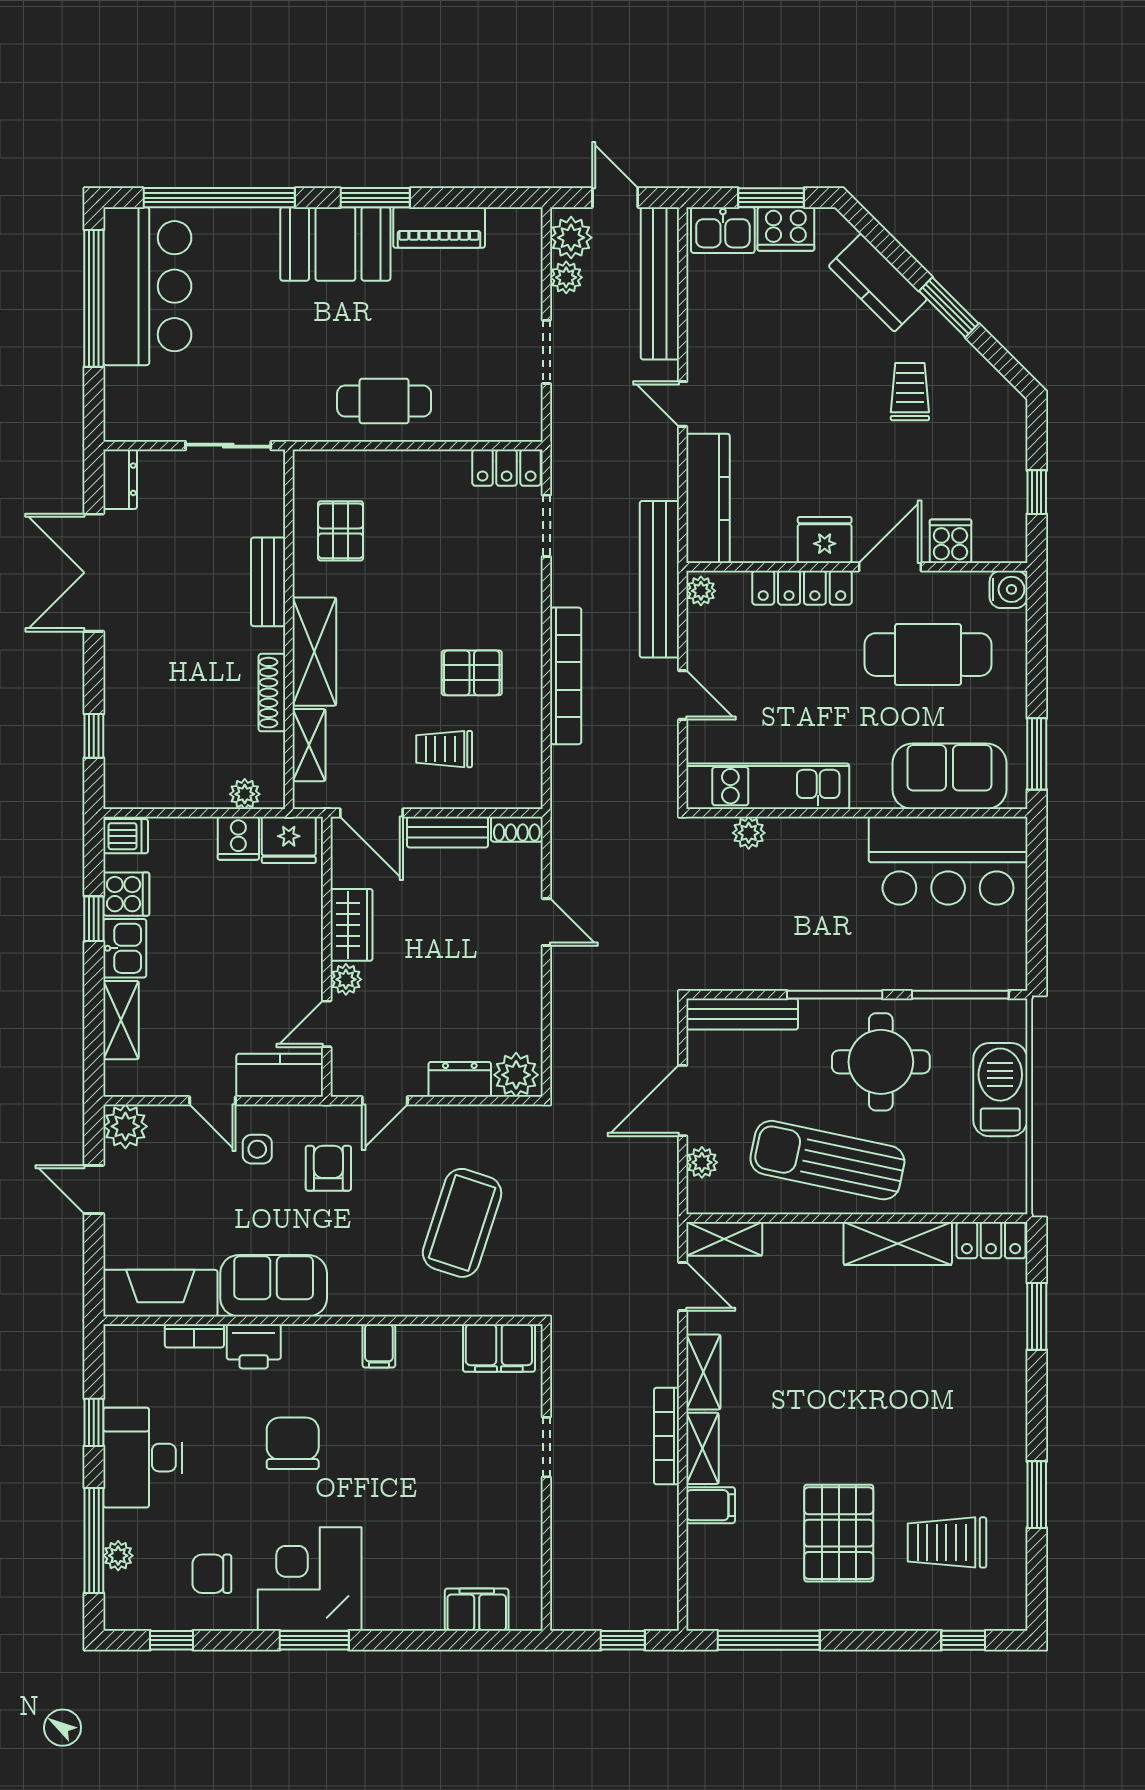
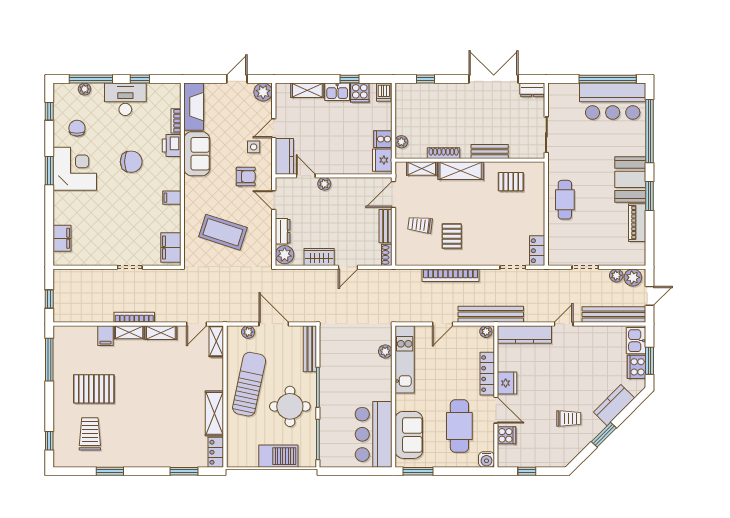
trolley: (444, 749) -> (420, 225), turned -83
wardrobe: (351, 925) -> (319, 257), moved, turned 180

